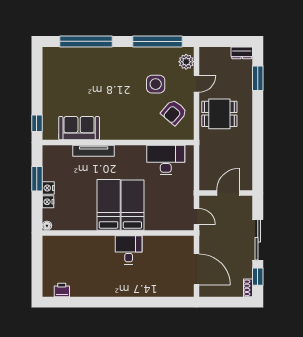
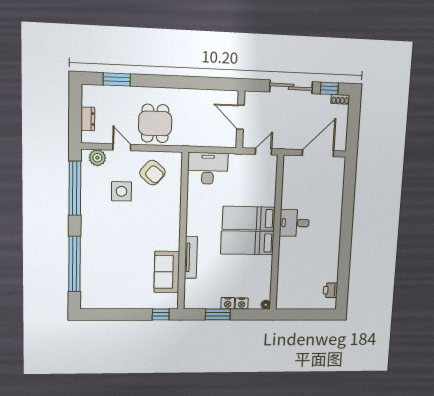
dresser: (242, 53) -> (88, 119), moved
desk: (166, 160) -> (208, 168), moved, turned 90

